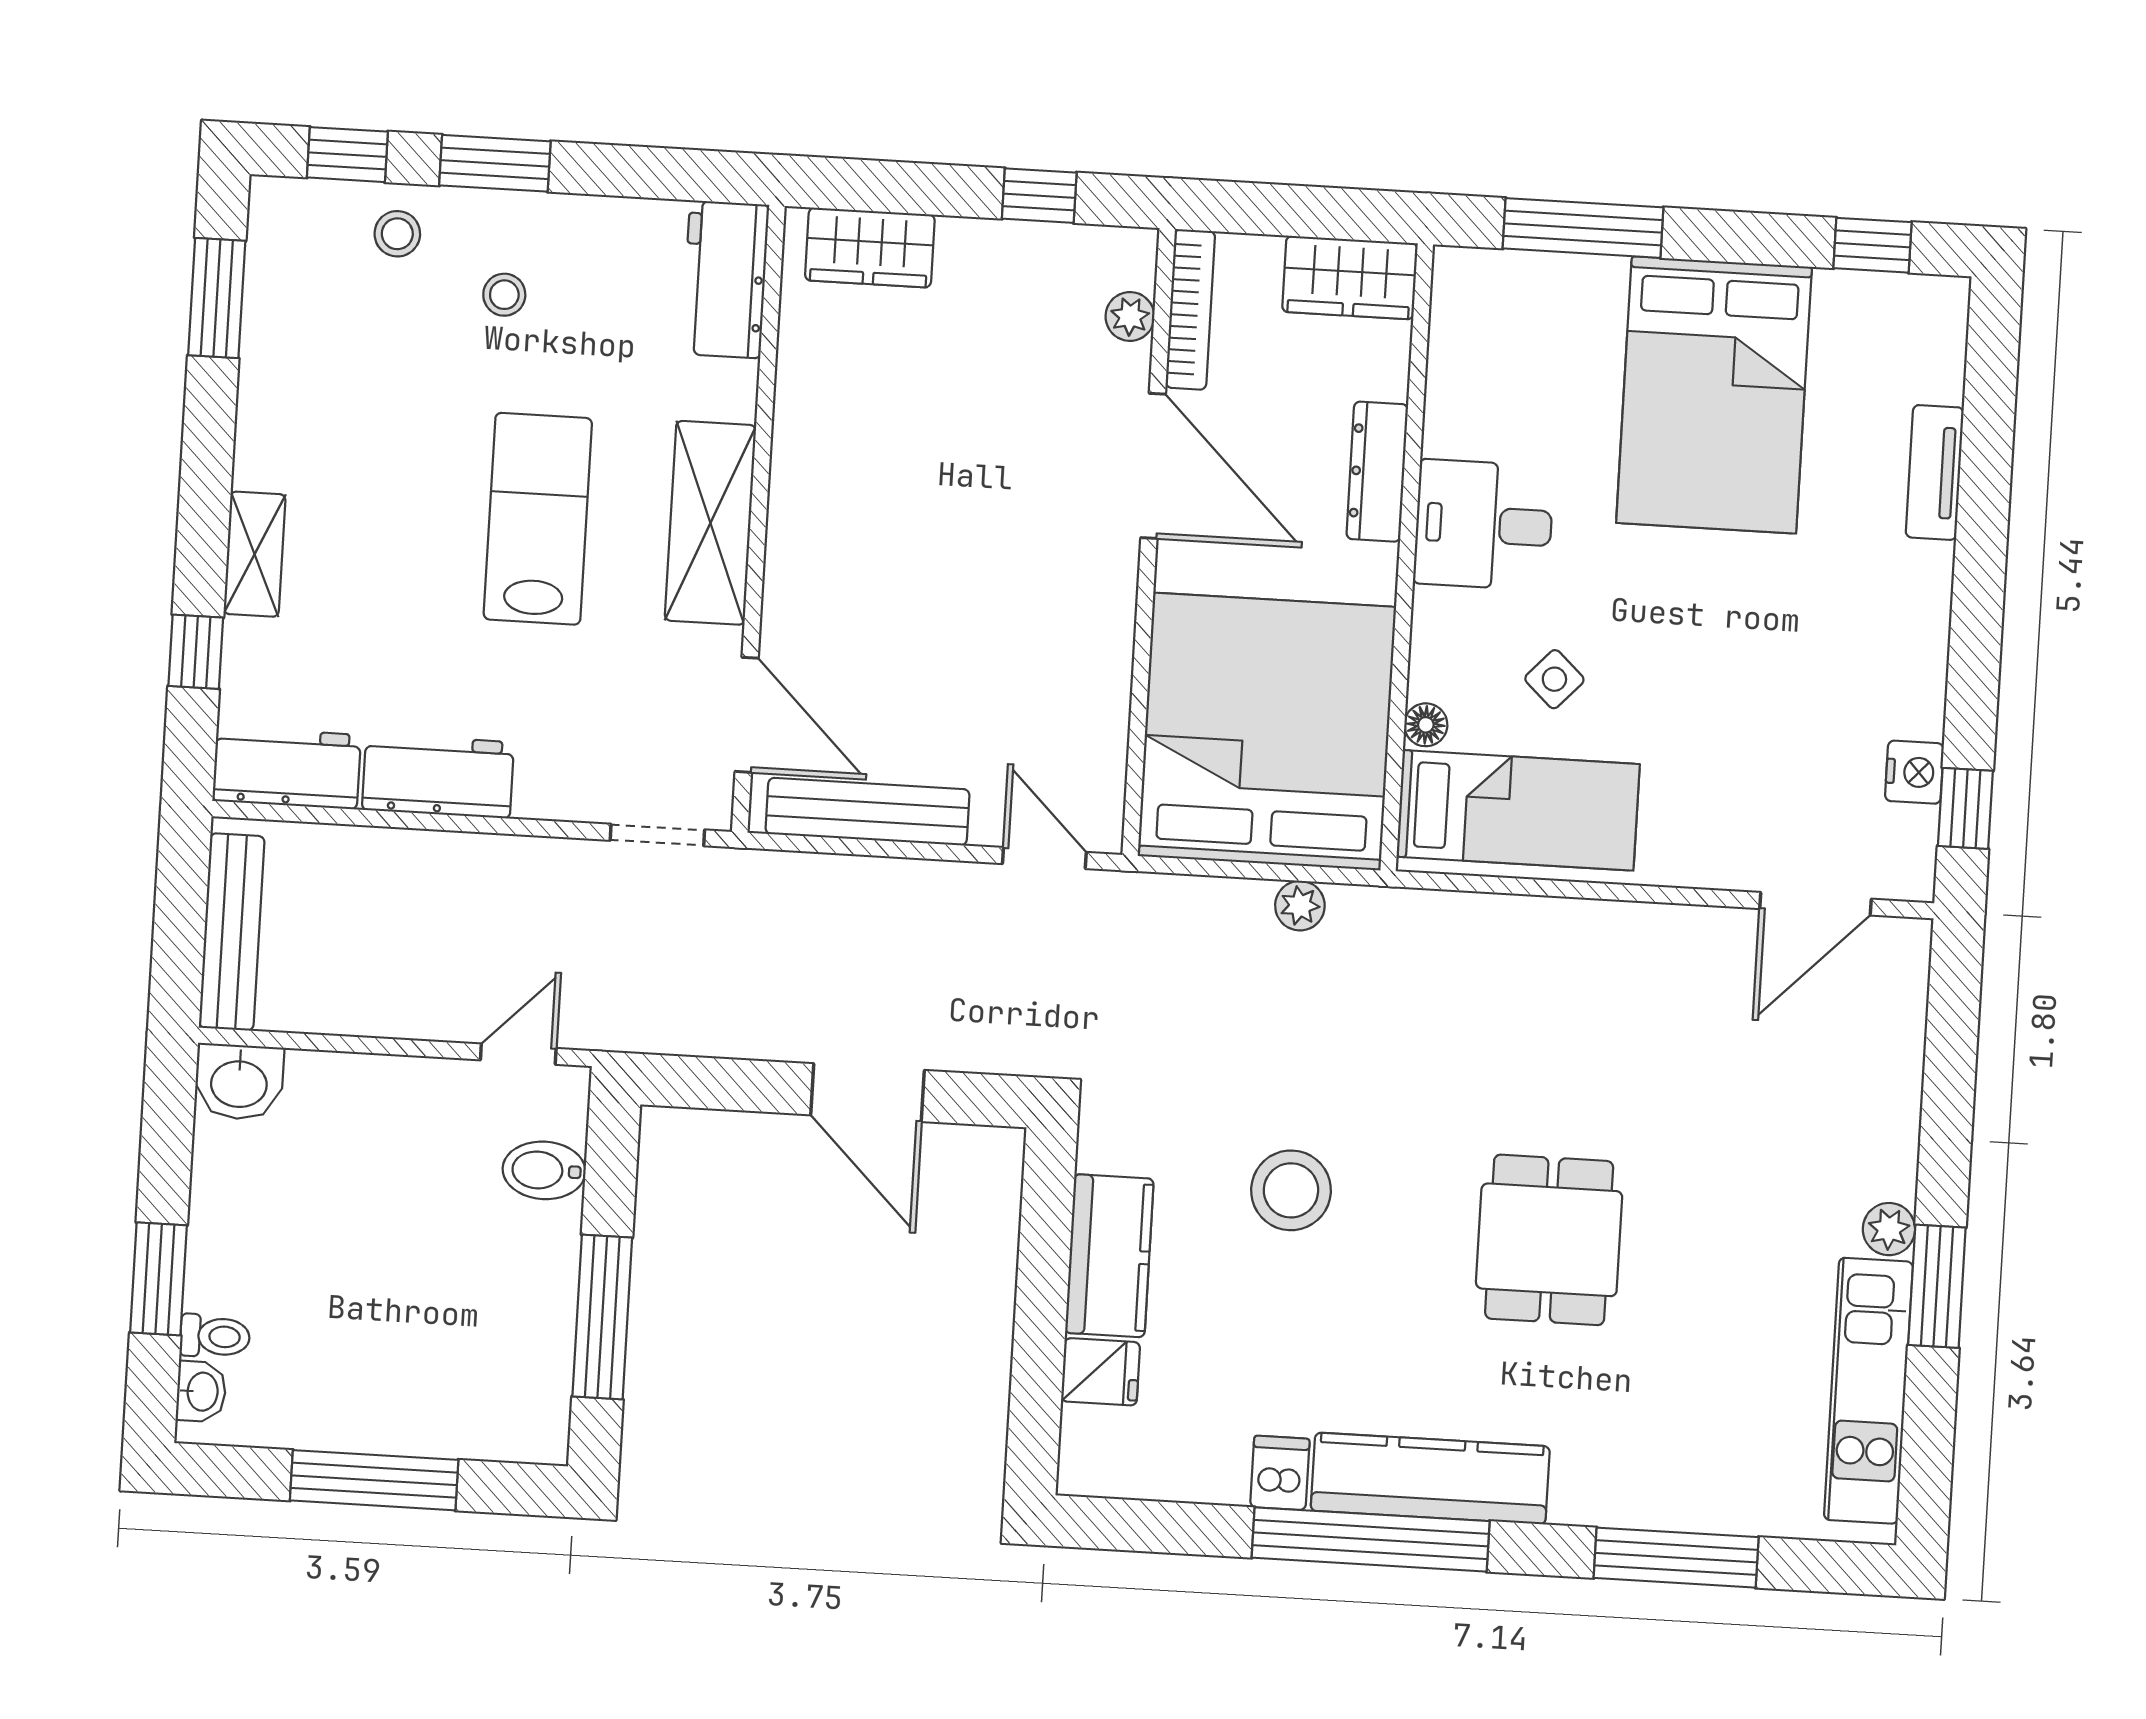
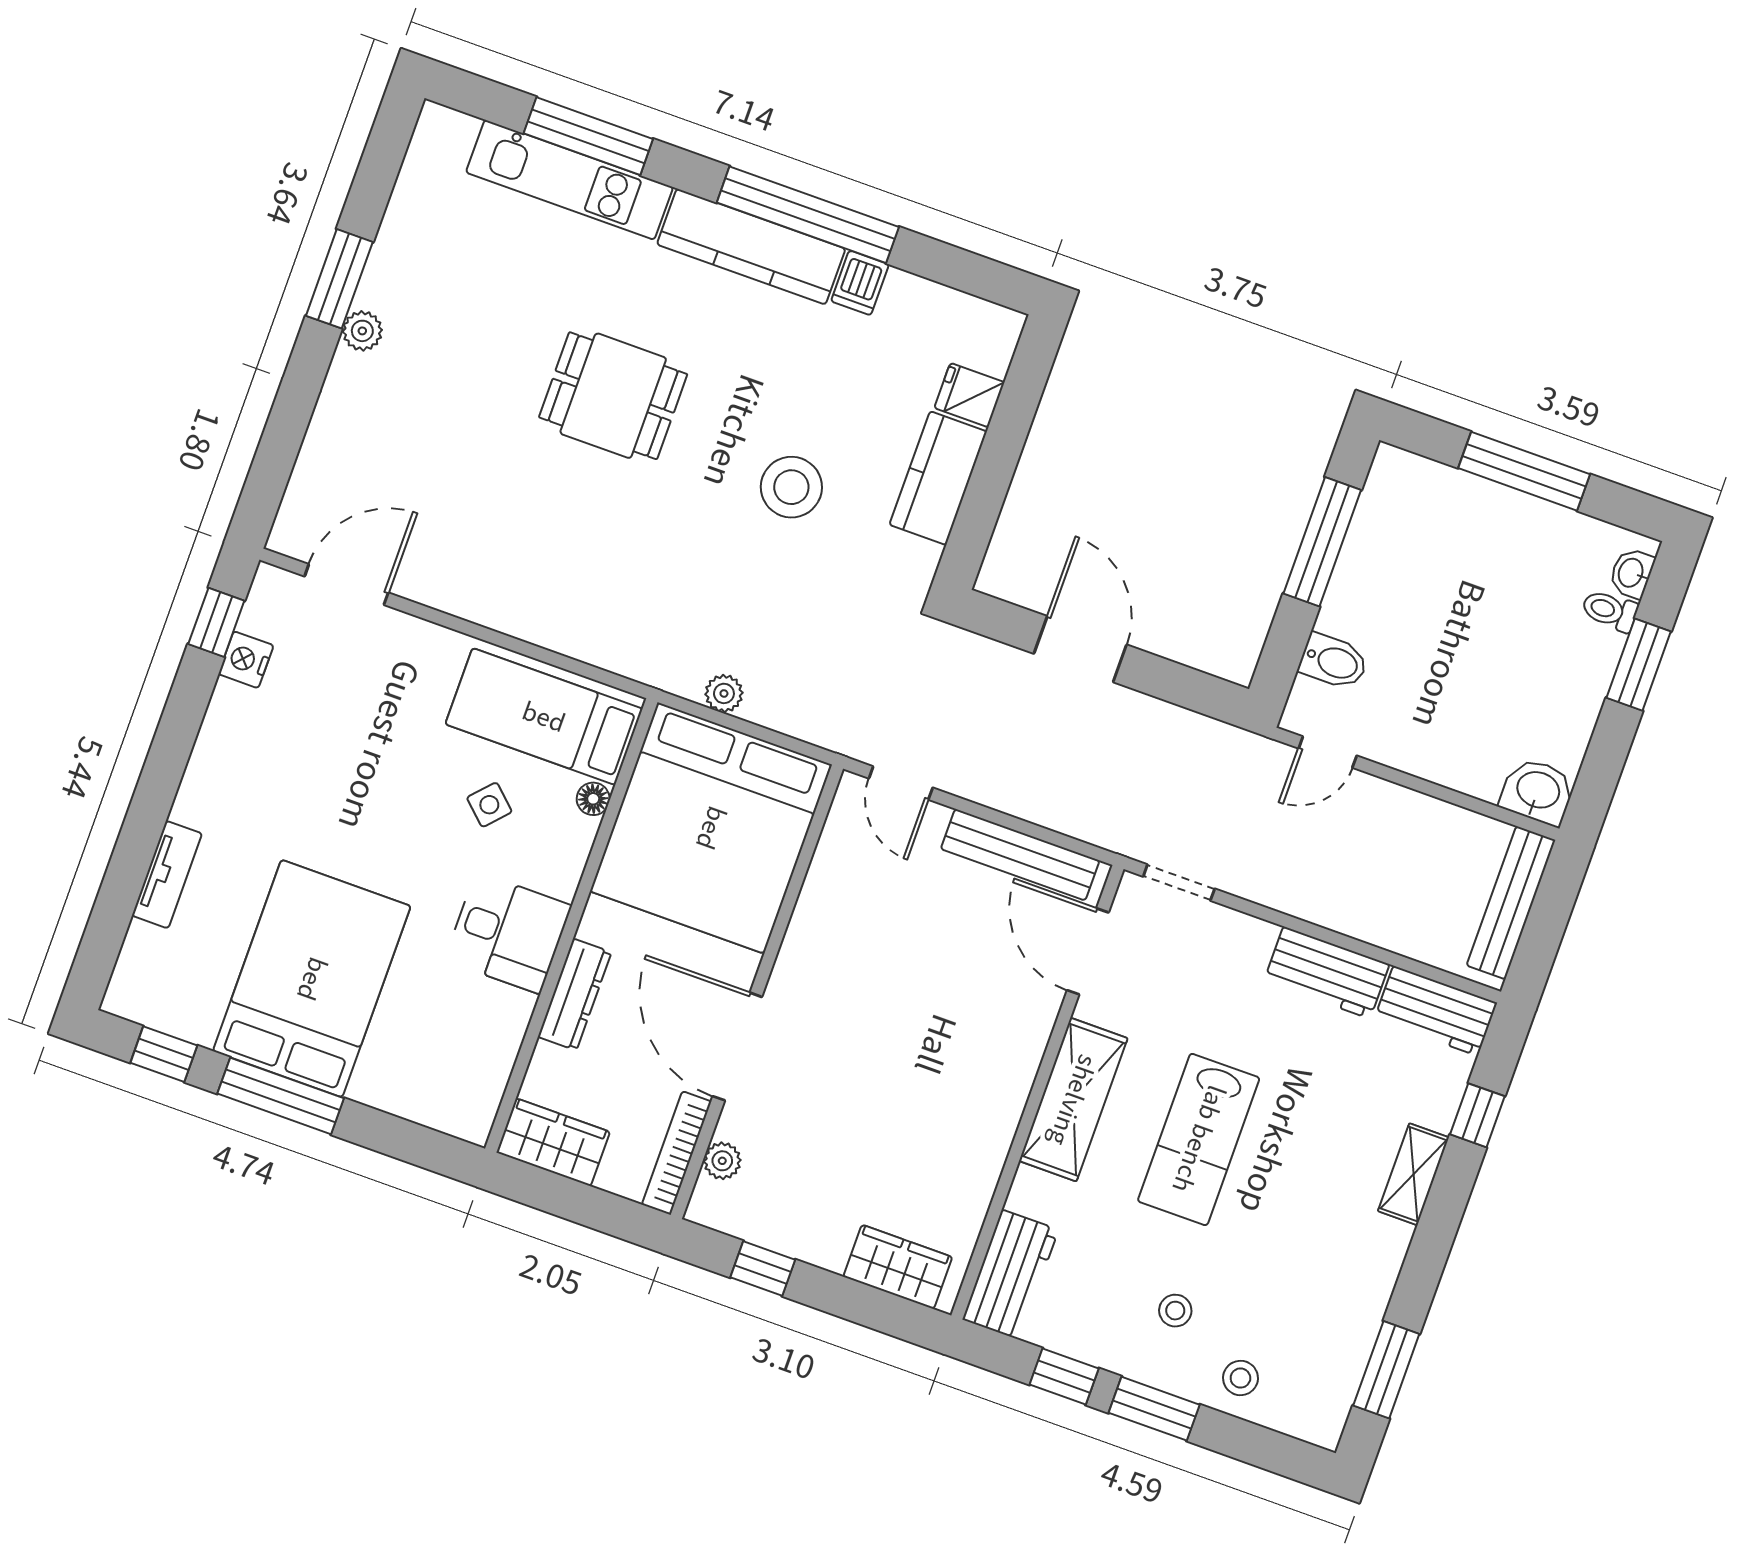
window: (347, 155) -> (1064, 1376), moved
window: (1583, 228) -> (281, 1096), moved
dining table: (1549, 1240) -> (613, 396), turned 90
kitchen unit: (1868, 1391) -> (569, 180), moved, turned 90

